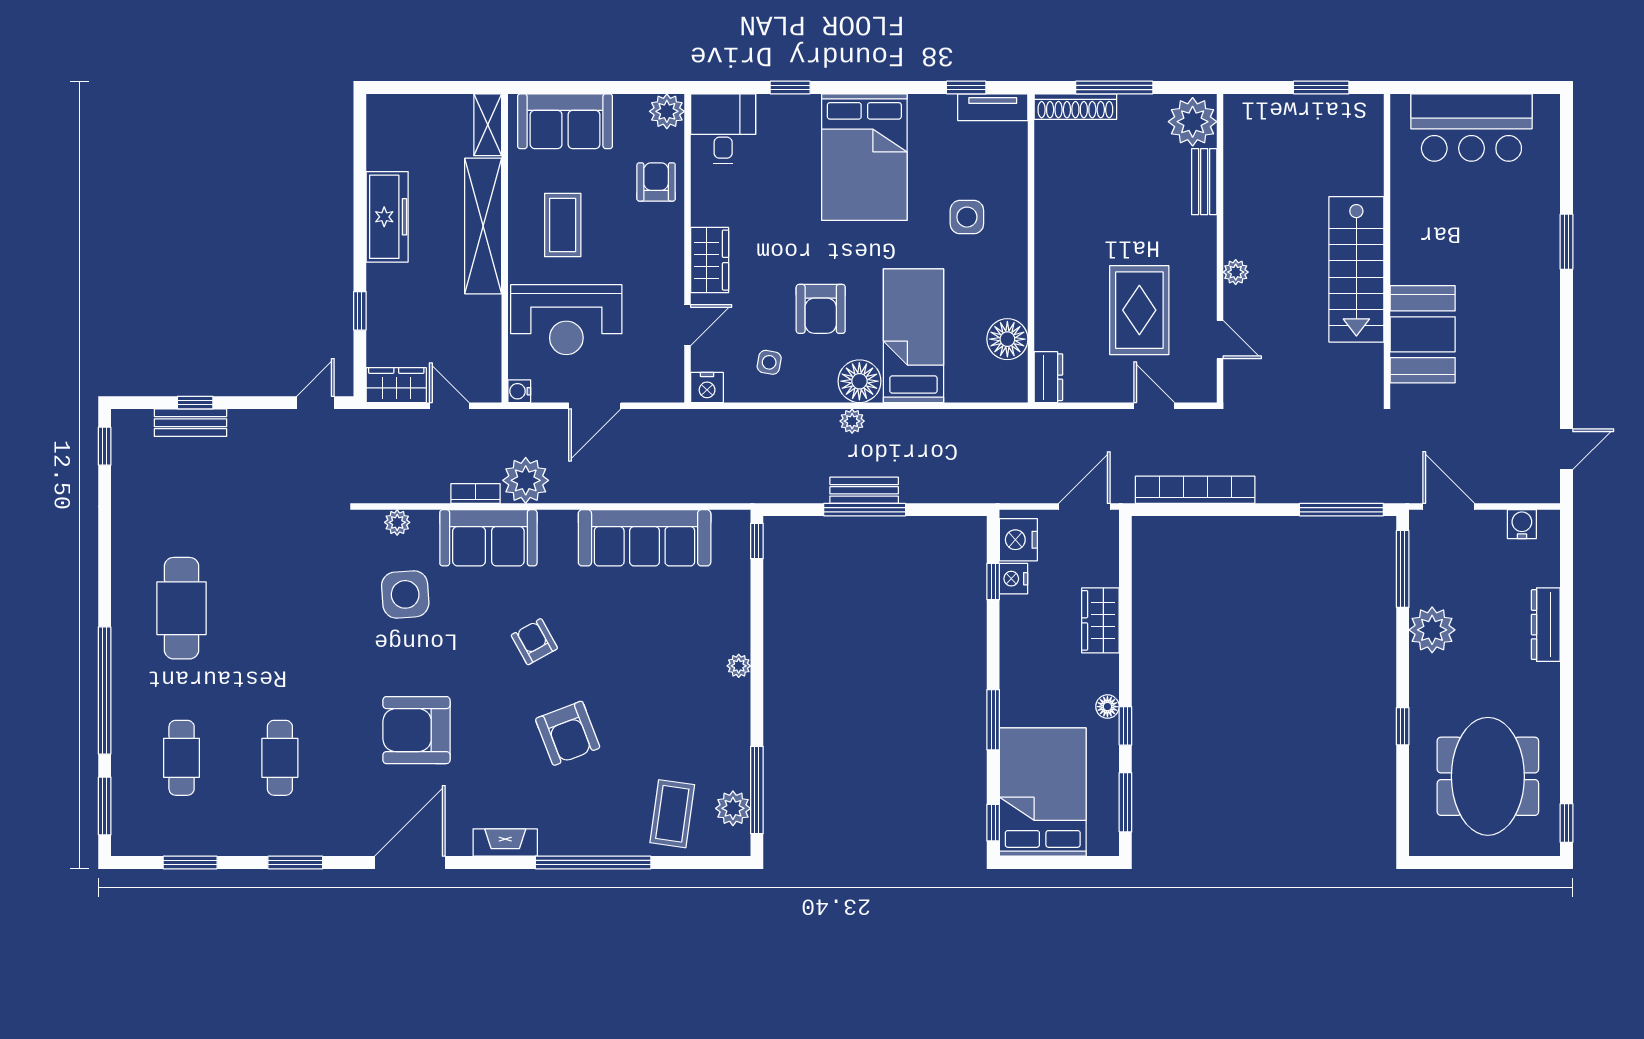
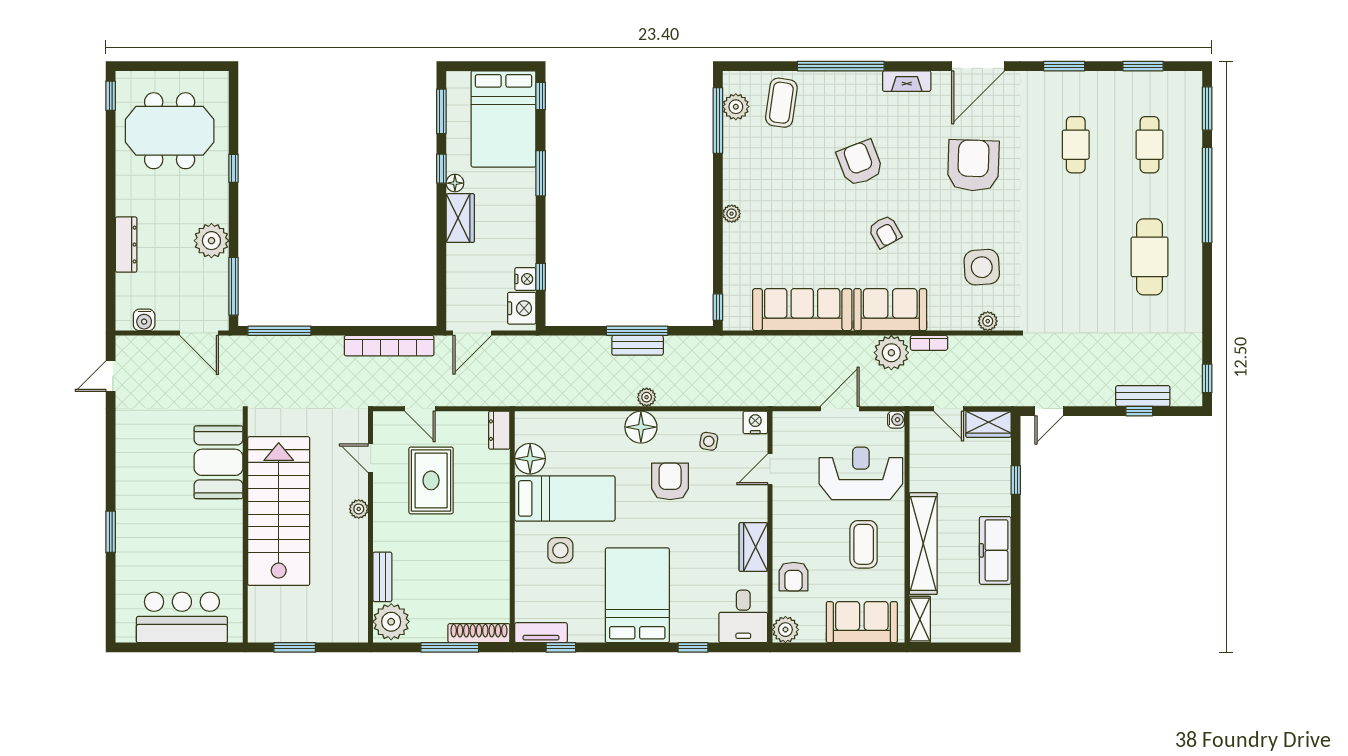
wardrobe: (710, 260) -> (753, 547), moved
stairs: (1356, 269) -> (279, 511), width x1.36, depth x1.51
bed: (913, 336) -> (565, 498), moved, turned -90
sofa: (488, 538) -> (890, 310), moved
wardrobe: (1100, 620) -> (460, 218), moved
armchair: (416, 730) -> (973, 165), turned -88
meeting table: (1488, 776) -> (170, 131), turned 90

